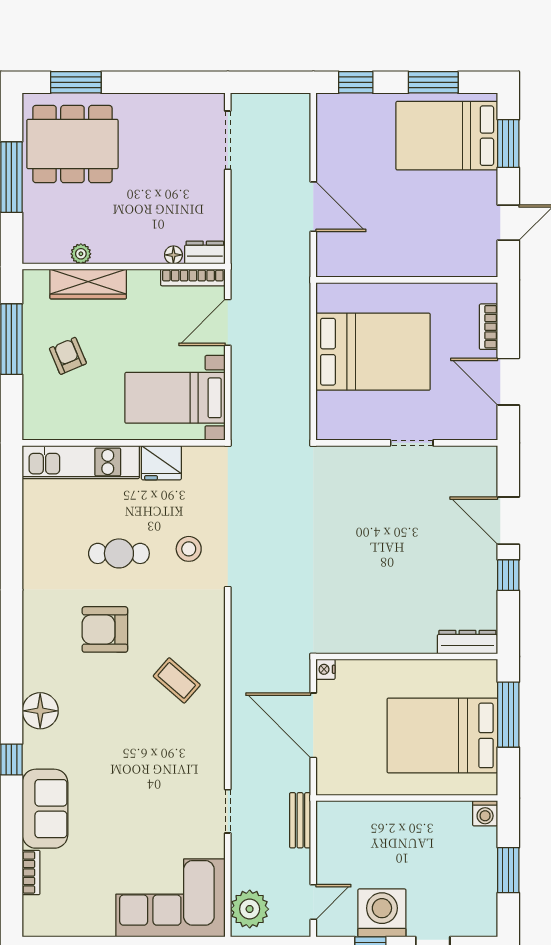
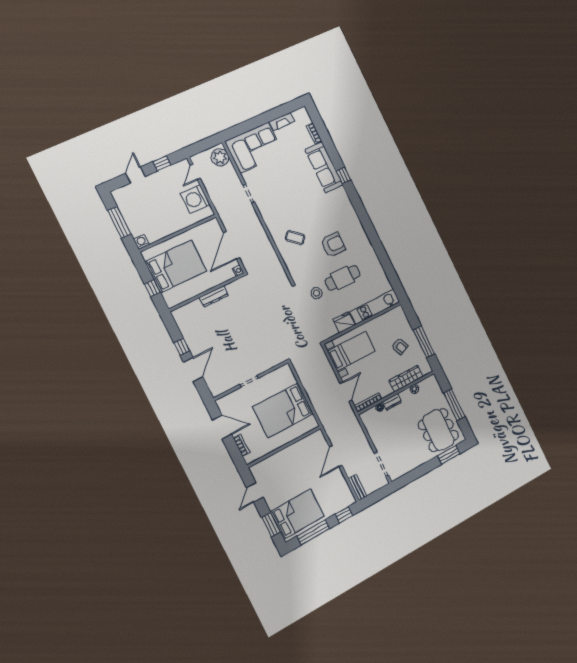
window: (433, 82) -> (313, 532), width x1.44
dining table: (72, 144) -> (438, 430), turned 90
door: (313, 207) -> (336, 456), hinge flipped
dresser: (205, 252) -> (392, 402), moved
door: (508, 521) -> (193, 369), hinge flipped
cafe table: (119, 553) -> (343, 278), width x1.37, depth x1.35
dresser: (467, 642) -> (214, 296), moved
floor lamp: (40, 711) -> (342, 200), removed
window: (508, 715) -> (152, 288), width x0.46
door: (313, 725) -> (231, 245), swing flipped
sofa: (45, 809) -> (324, 167), width x1.36
bench: (300, 820) -> (358, 487), moved
window: (508, 870) -> (119, 222), width x1.44
washing machine: (382, 913) -> (195, 199), moved, turned 90
fireplace: (87, 926) -> (282, 122), added

